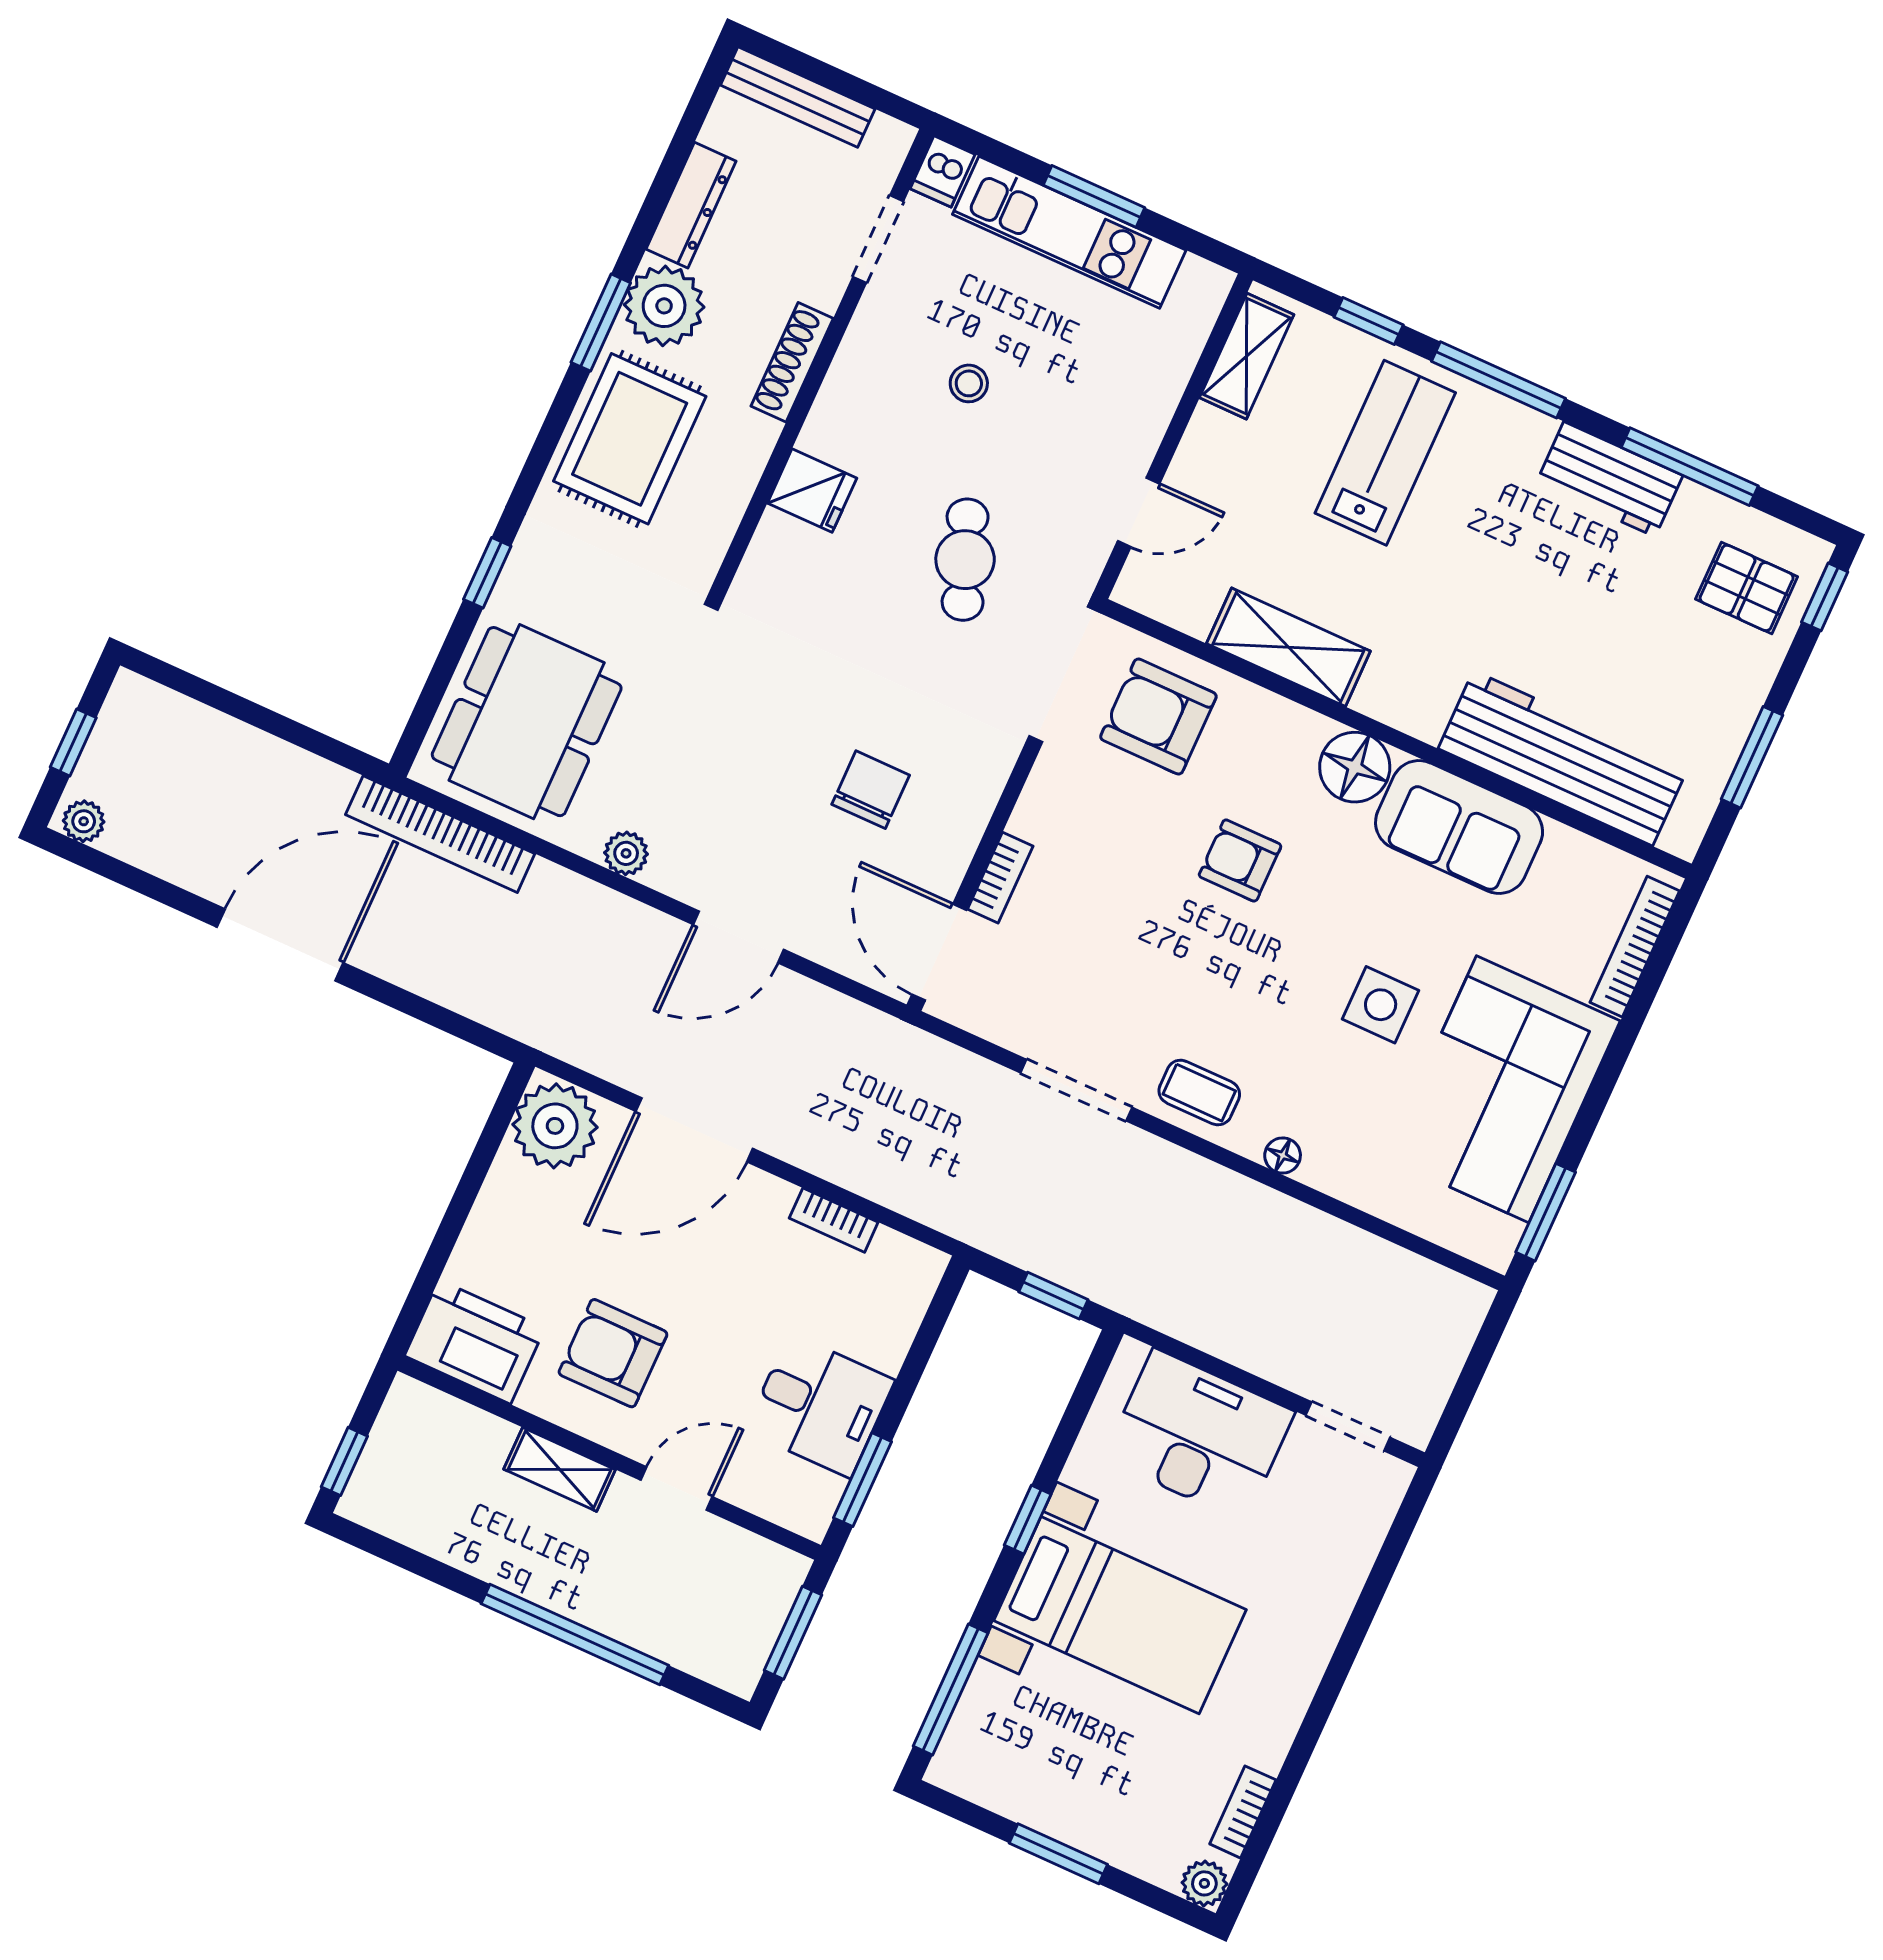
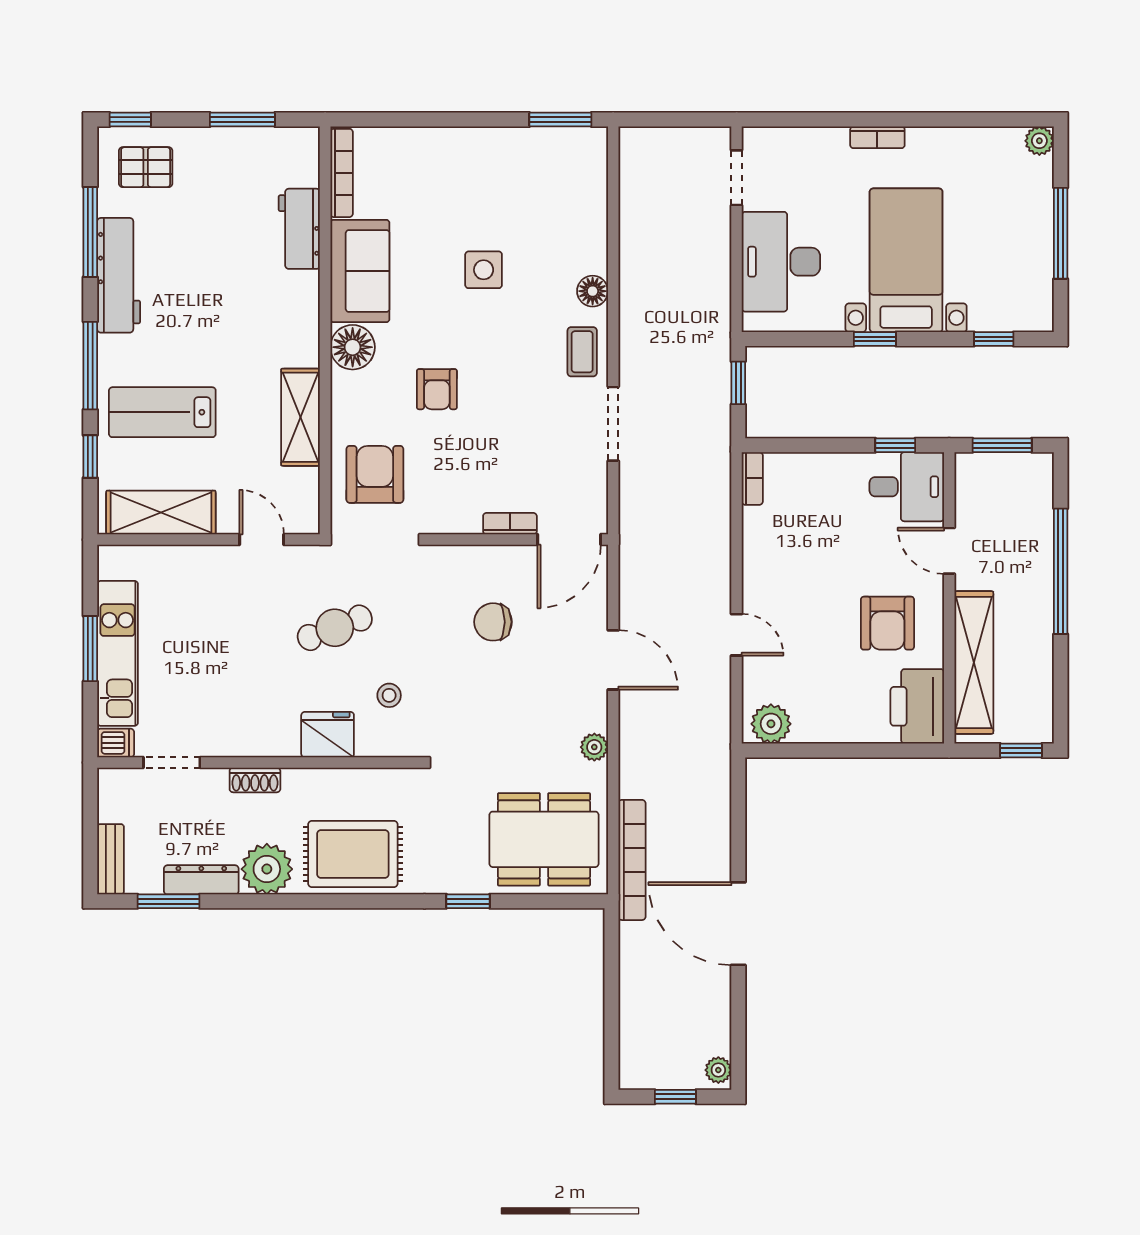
bench: (798, 97) -> (111, 859), width x0.73
window: (601, 323) -> (168, 901), moved
shelving: (1247, 356) -> (161, 513), width x1.50, depth x1.33
shoe rack: (792, 362) -> (255, 780), width x0.70
stool: (969, 383) -> (389, 695), moved
workbench: (1609, 479) -> (119, 275), width x1.38
fridge: (812, 491) -> (328, 735), width x1.38
pallet: (1747, 588) -> (146, 167), turned 90
armchair: (1158, 717) -> (375, 474), turned 180
workbench: (1563, 758) -> (299, 229), width x0.53, depth x0.76
bookcase: (1635, 947) -> (342, 173), moved, turned -90
corner sofa: (1503, 1089) -> (500, 177), removed
plant: (555, 1126) -> (771, 724), width x0.73, depth x0.73
door: (694, 1130) -> (737, 635), width x0.53
floor lamp: (1283, 1155) -> (593, 291), width x1.37, depth x1.37
bookcase: (834, 1220) -> (752, 478), moved
desk: (820, 1405) -> (907, 487), moved, turned 90
shelving: (560, 1469) -> (974, 662), width x2.20, depth x1.33
window: (862, 1480) -> (895, 445), width x0.67
window: (951, 1690) -> (994, 339), width x0.46
bookcase: (1243, 1812) -> (877, 137), moved
window: (1058, 1854) -> (1061, 233), width x1.44

